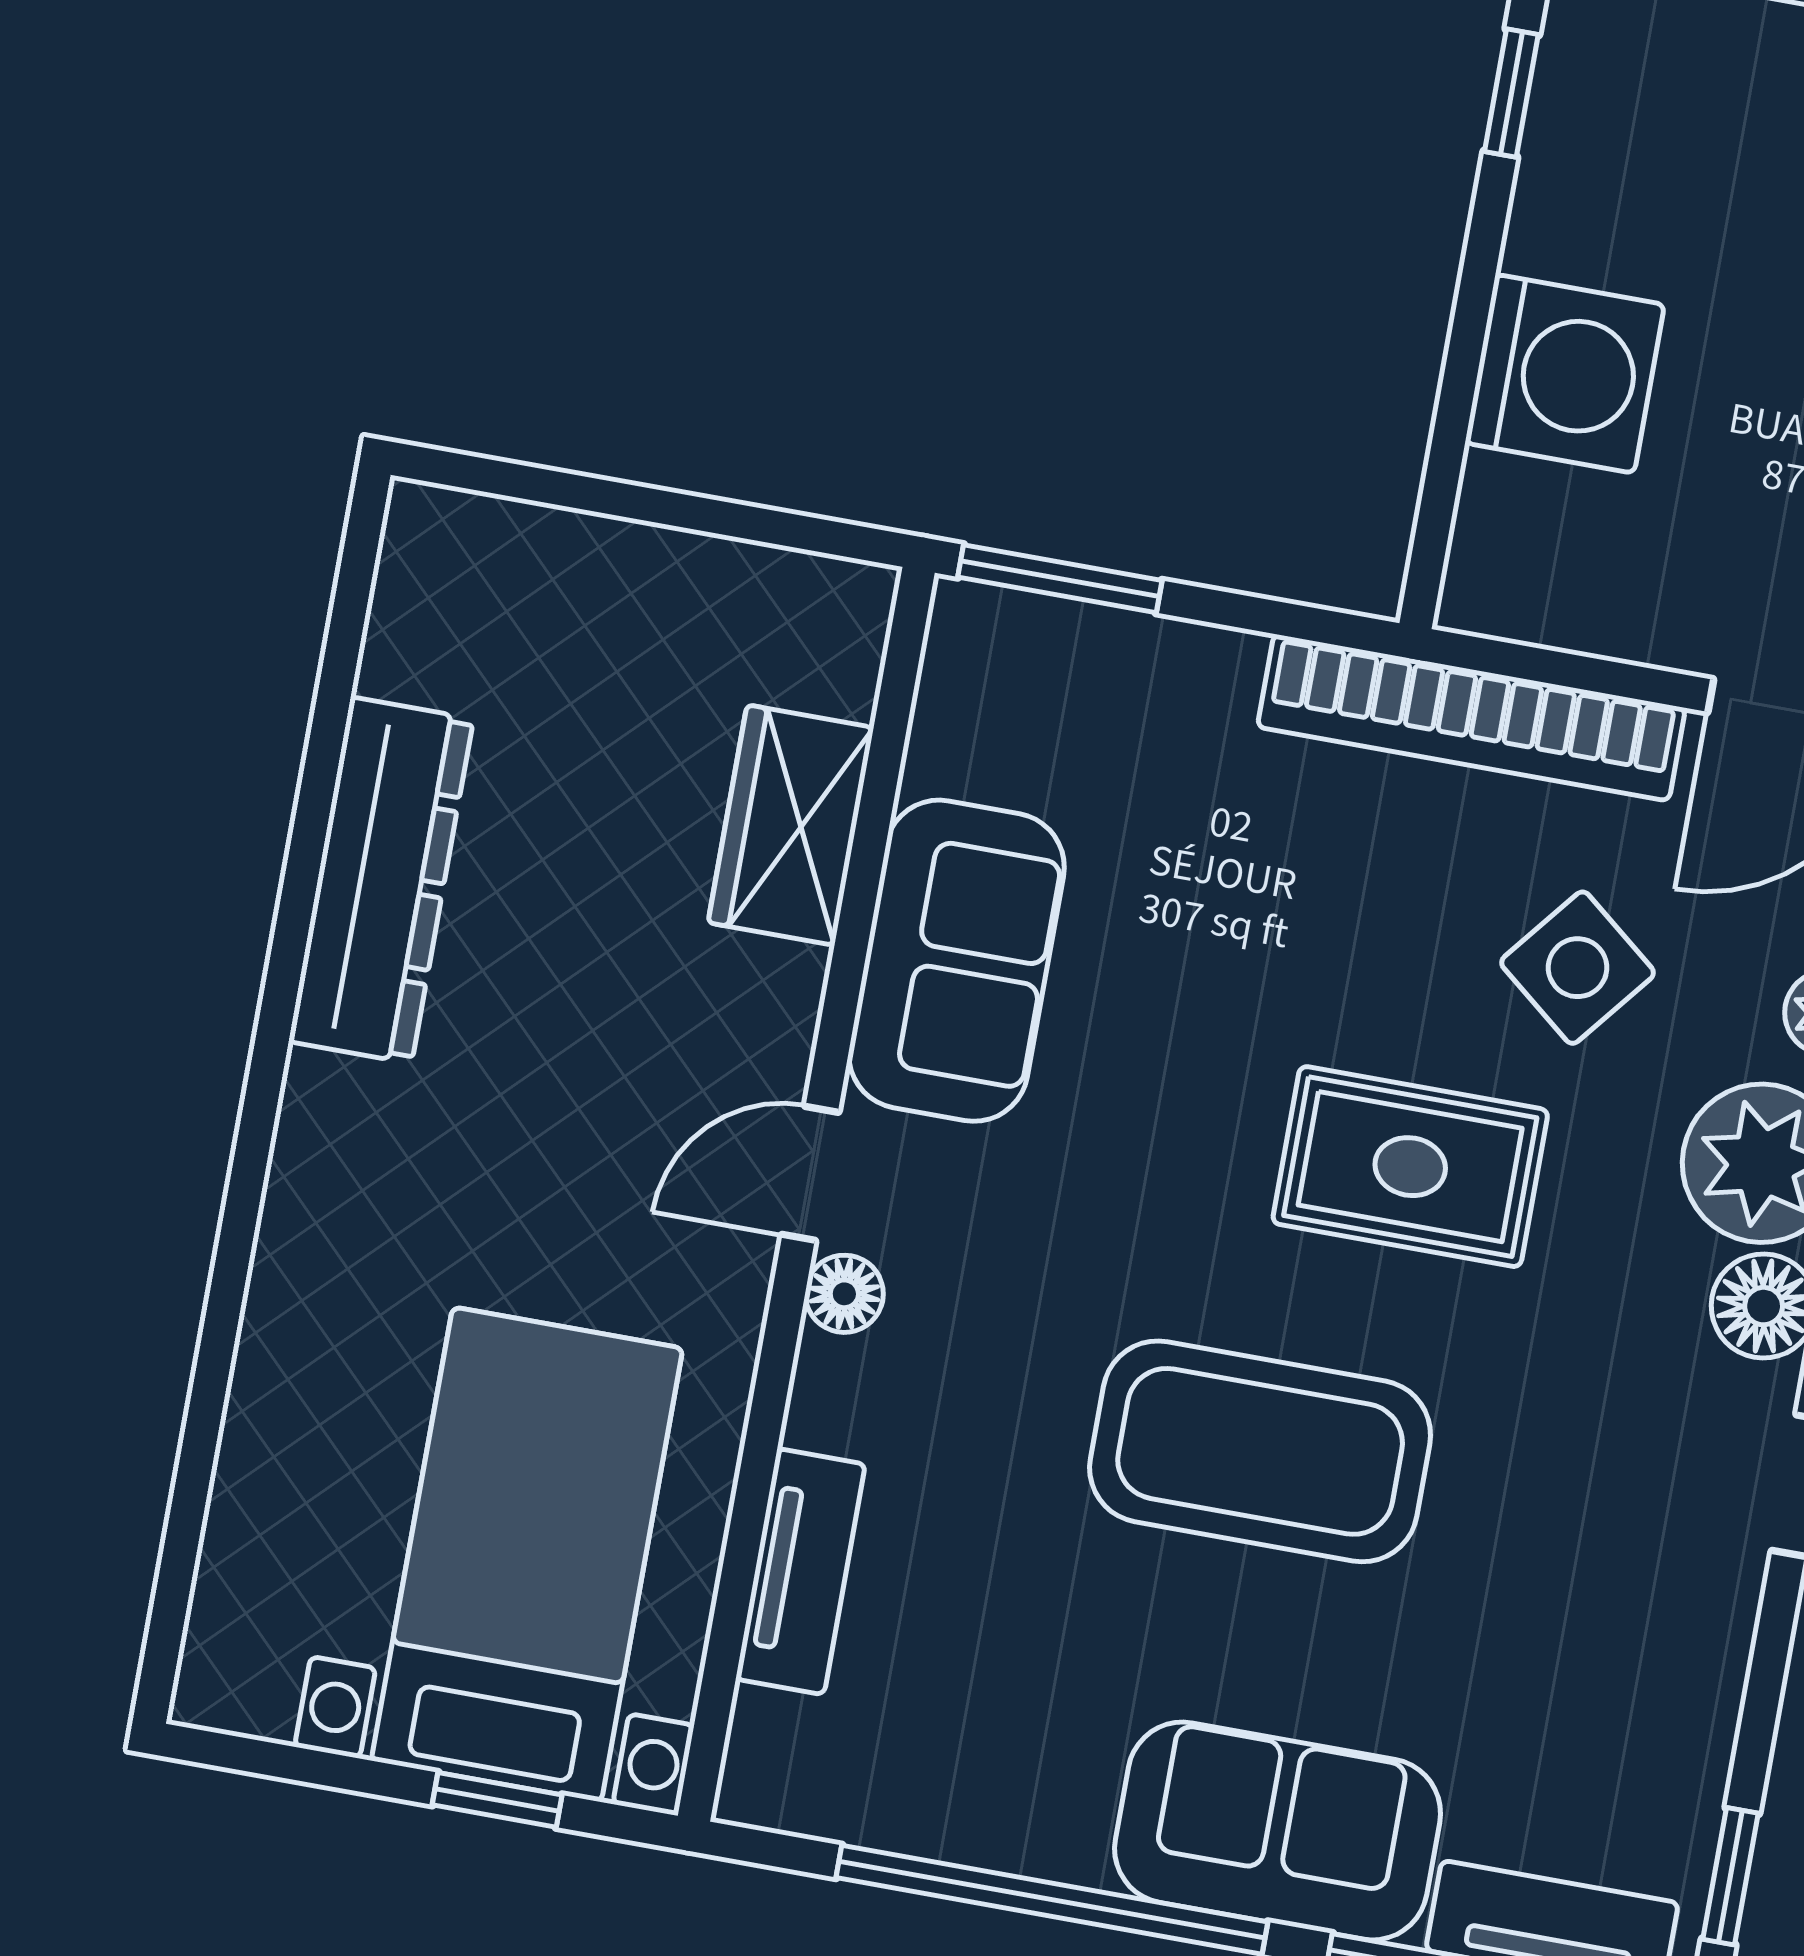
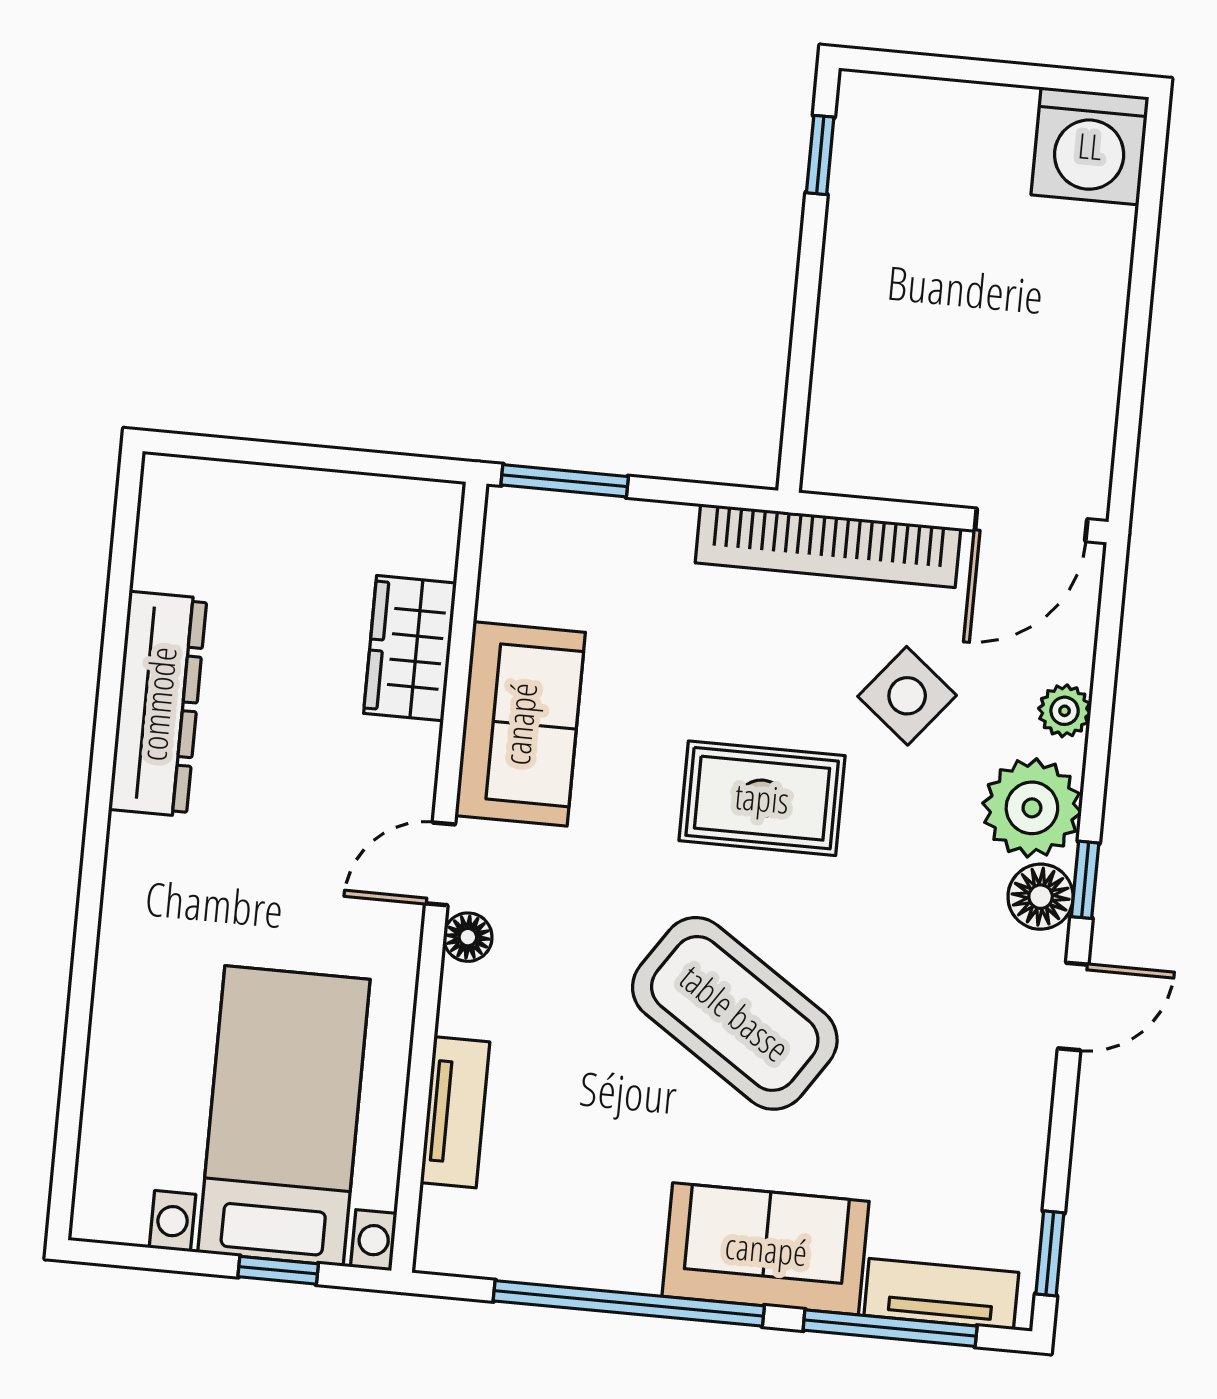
washing machine: (1565, 374) -> (868, 327), removed
rug: (1410, 1167) -> (762, 798), moved
coffee table: (1260, 1451) -> (735, 1013), turned 34

